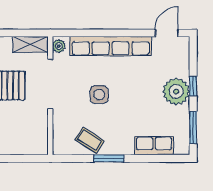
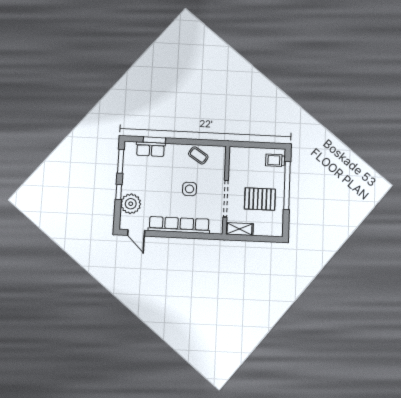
door: (167, 33) -> (136, 233), hinge flipped
plant: (59, 46) -> (218, 227), removed
plant: (176, 91) -> (131, 204), moved
window: (109, 158) -> (154, 140), moved

